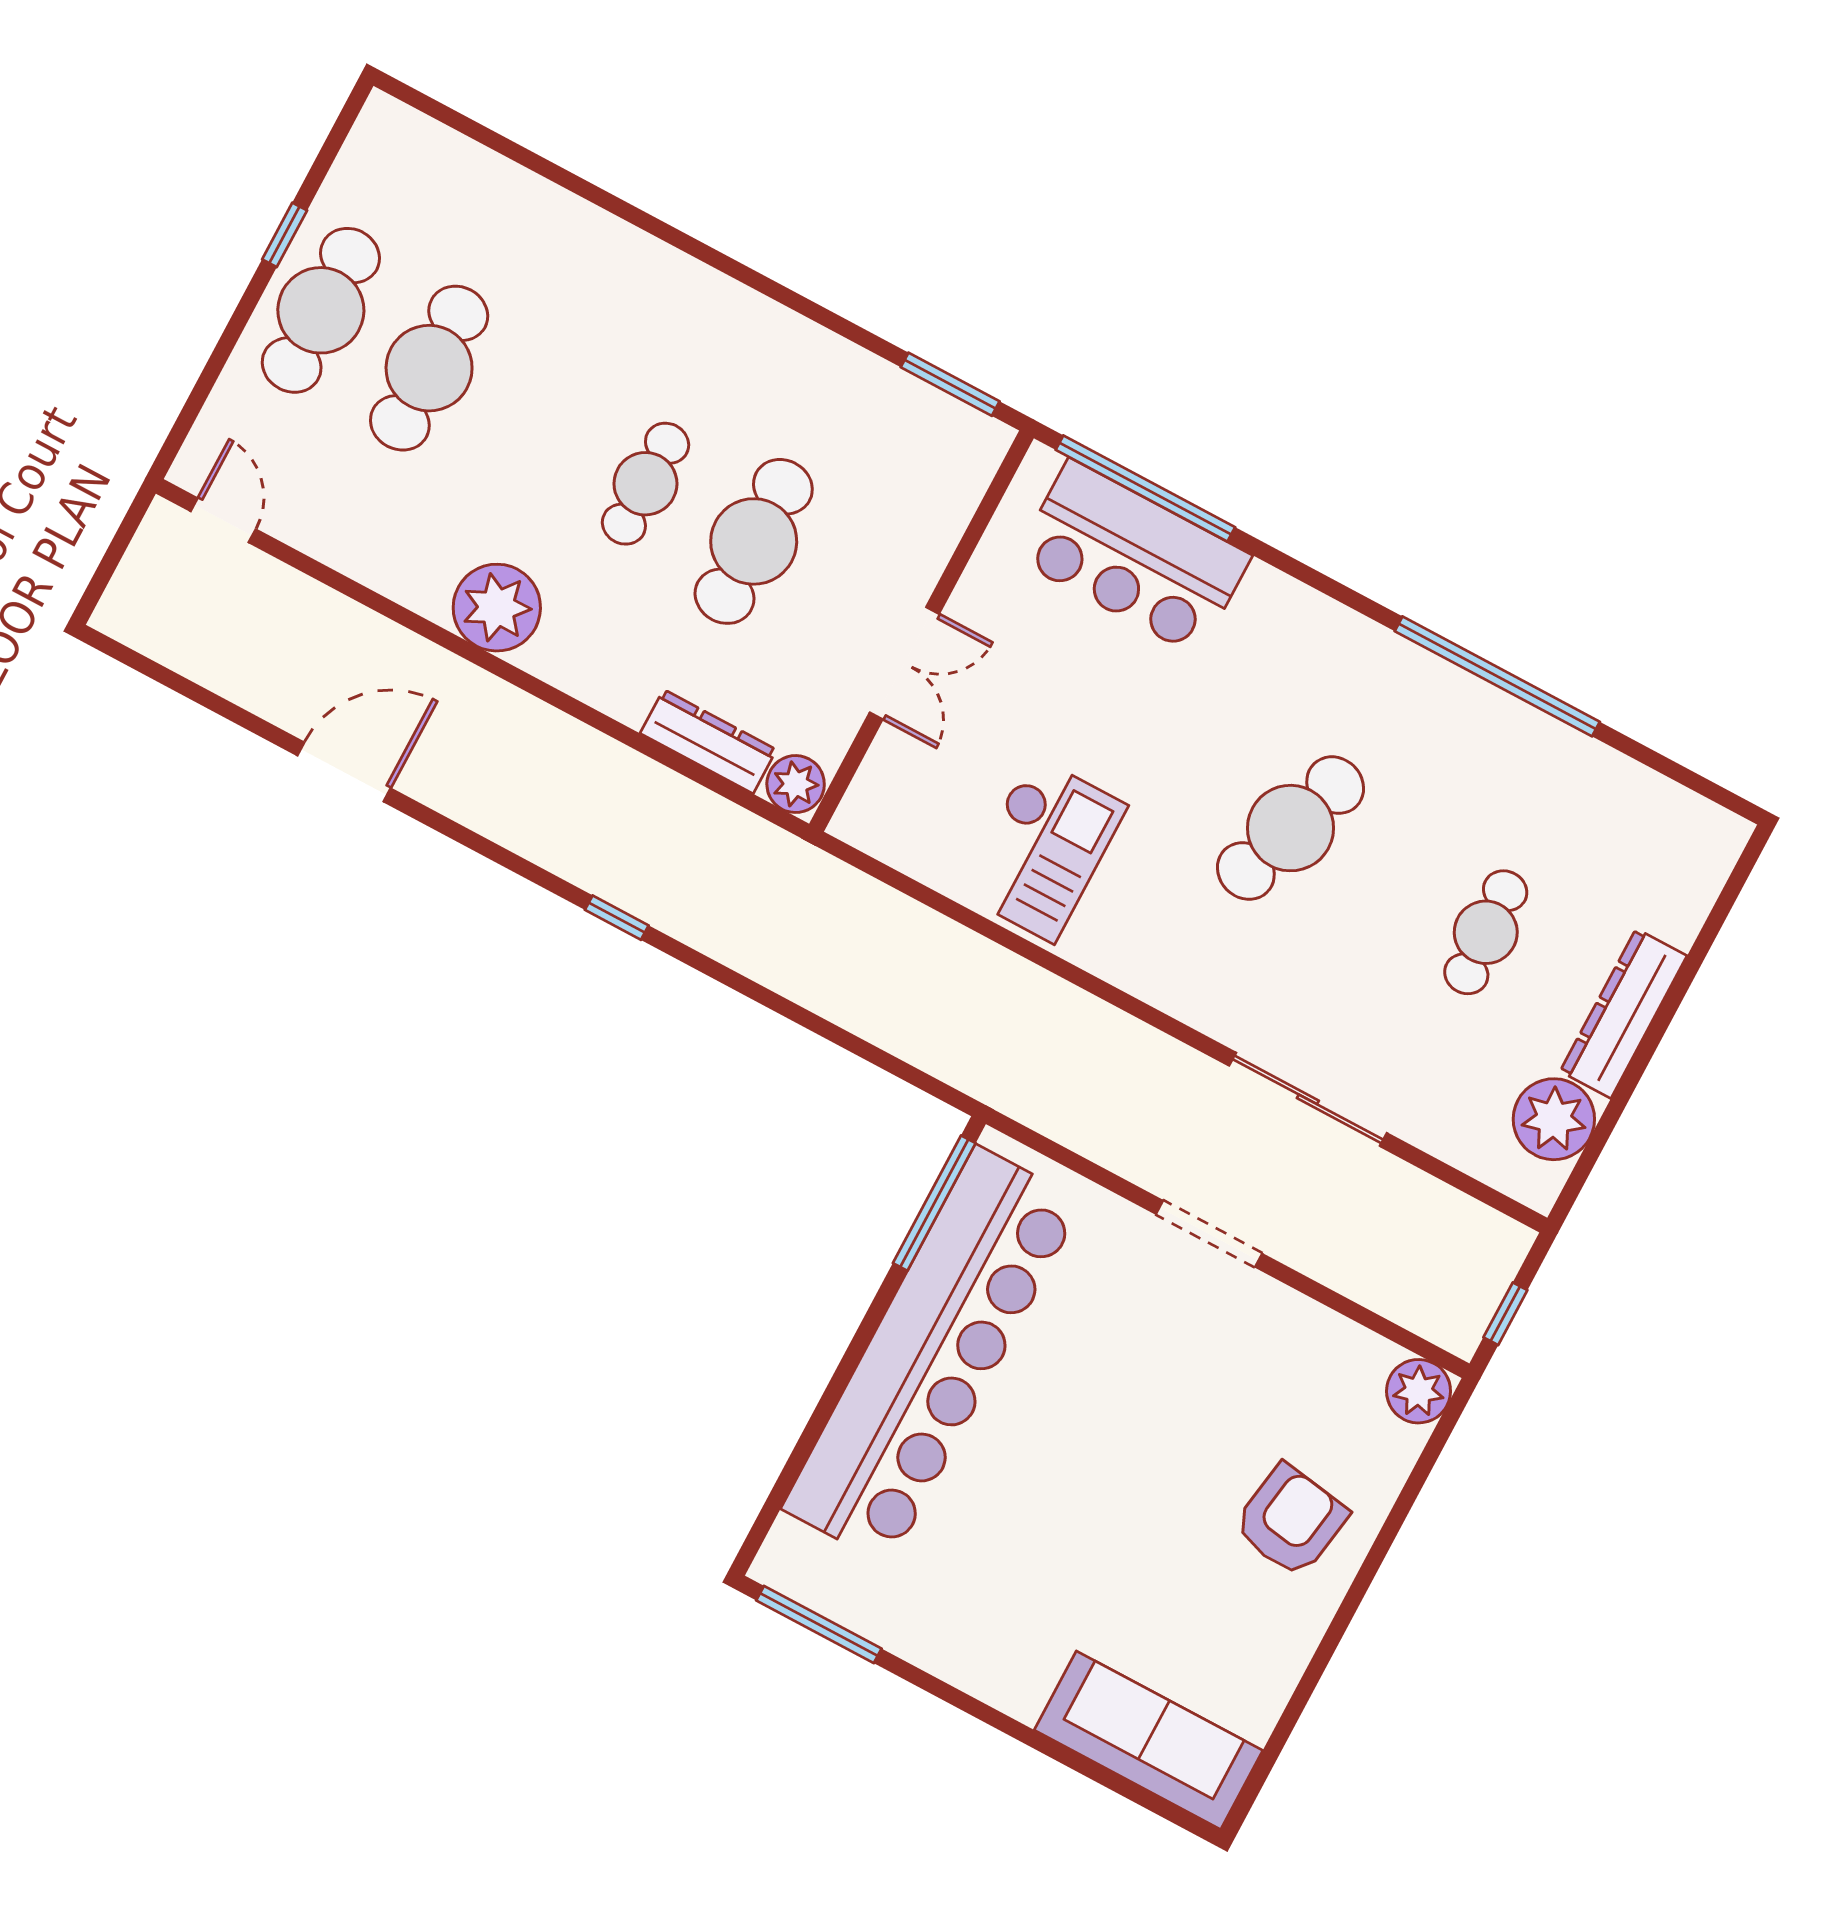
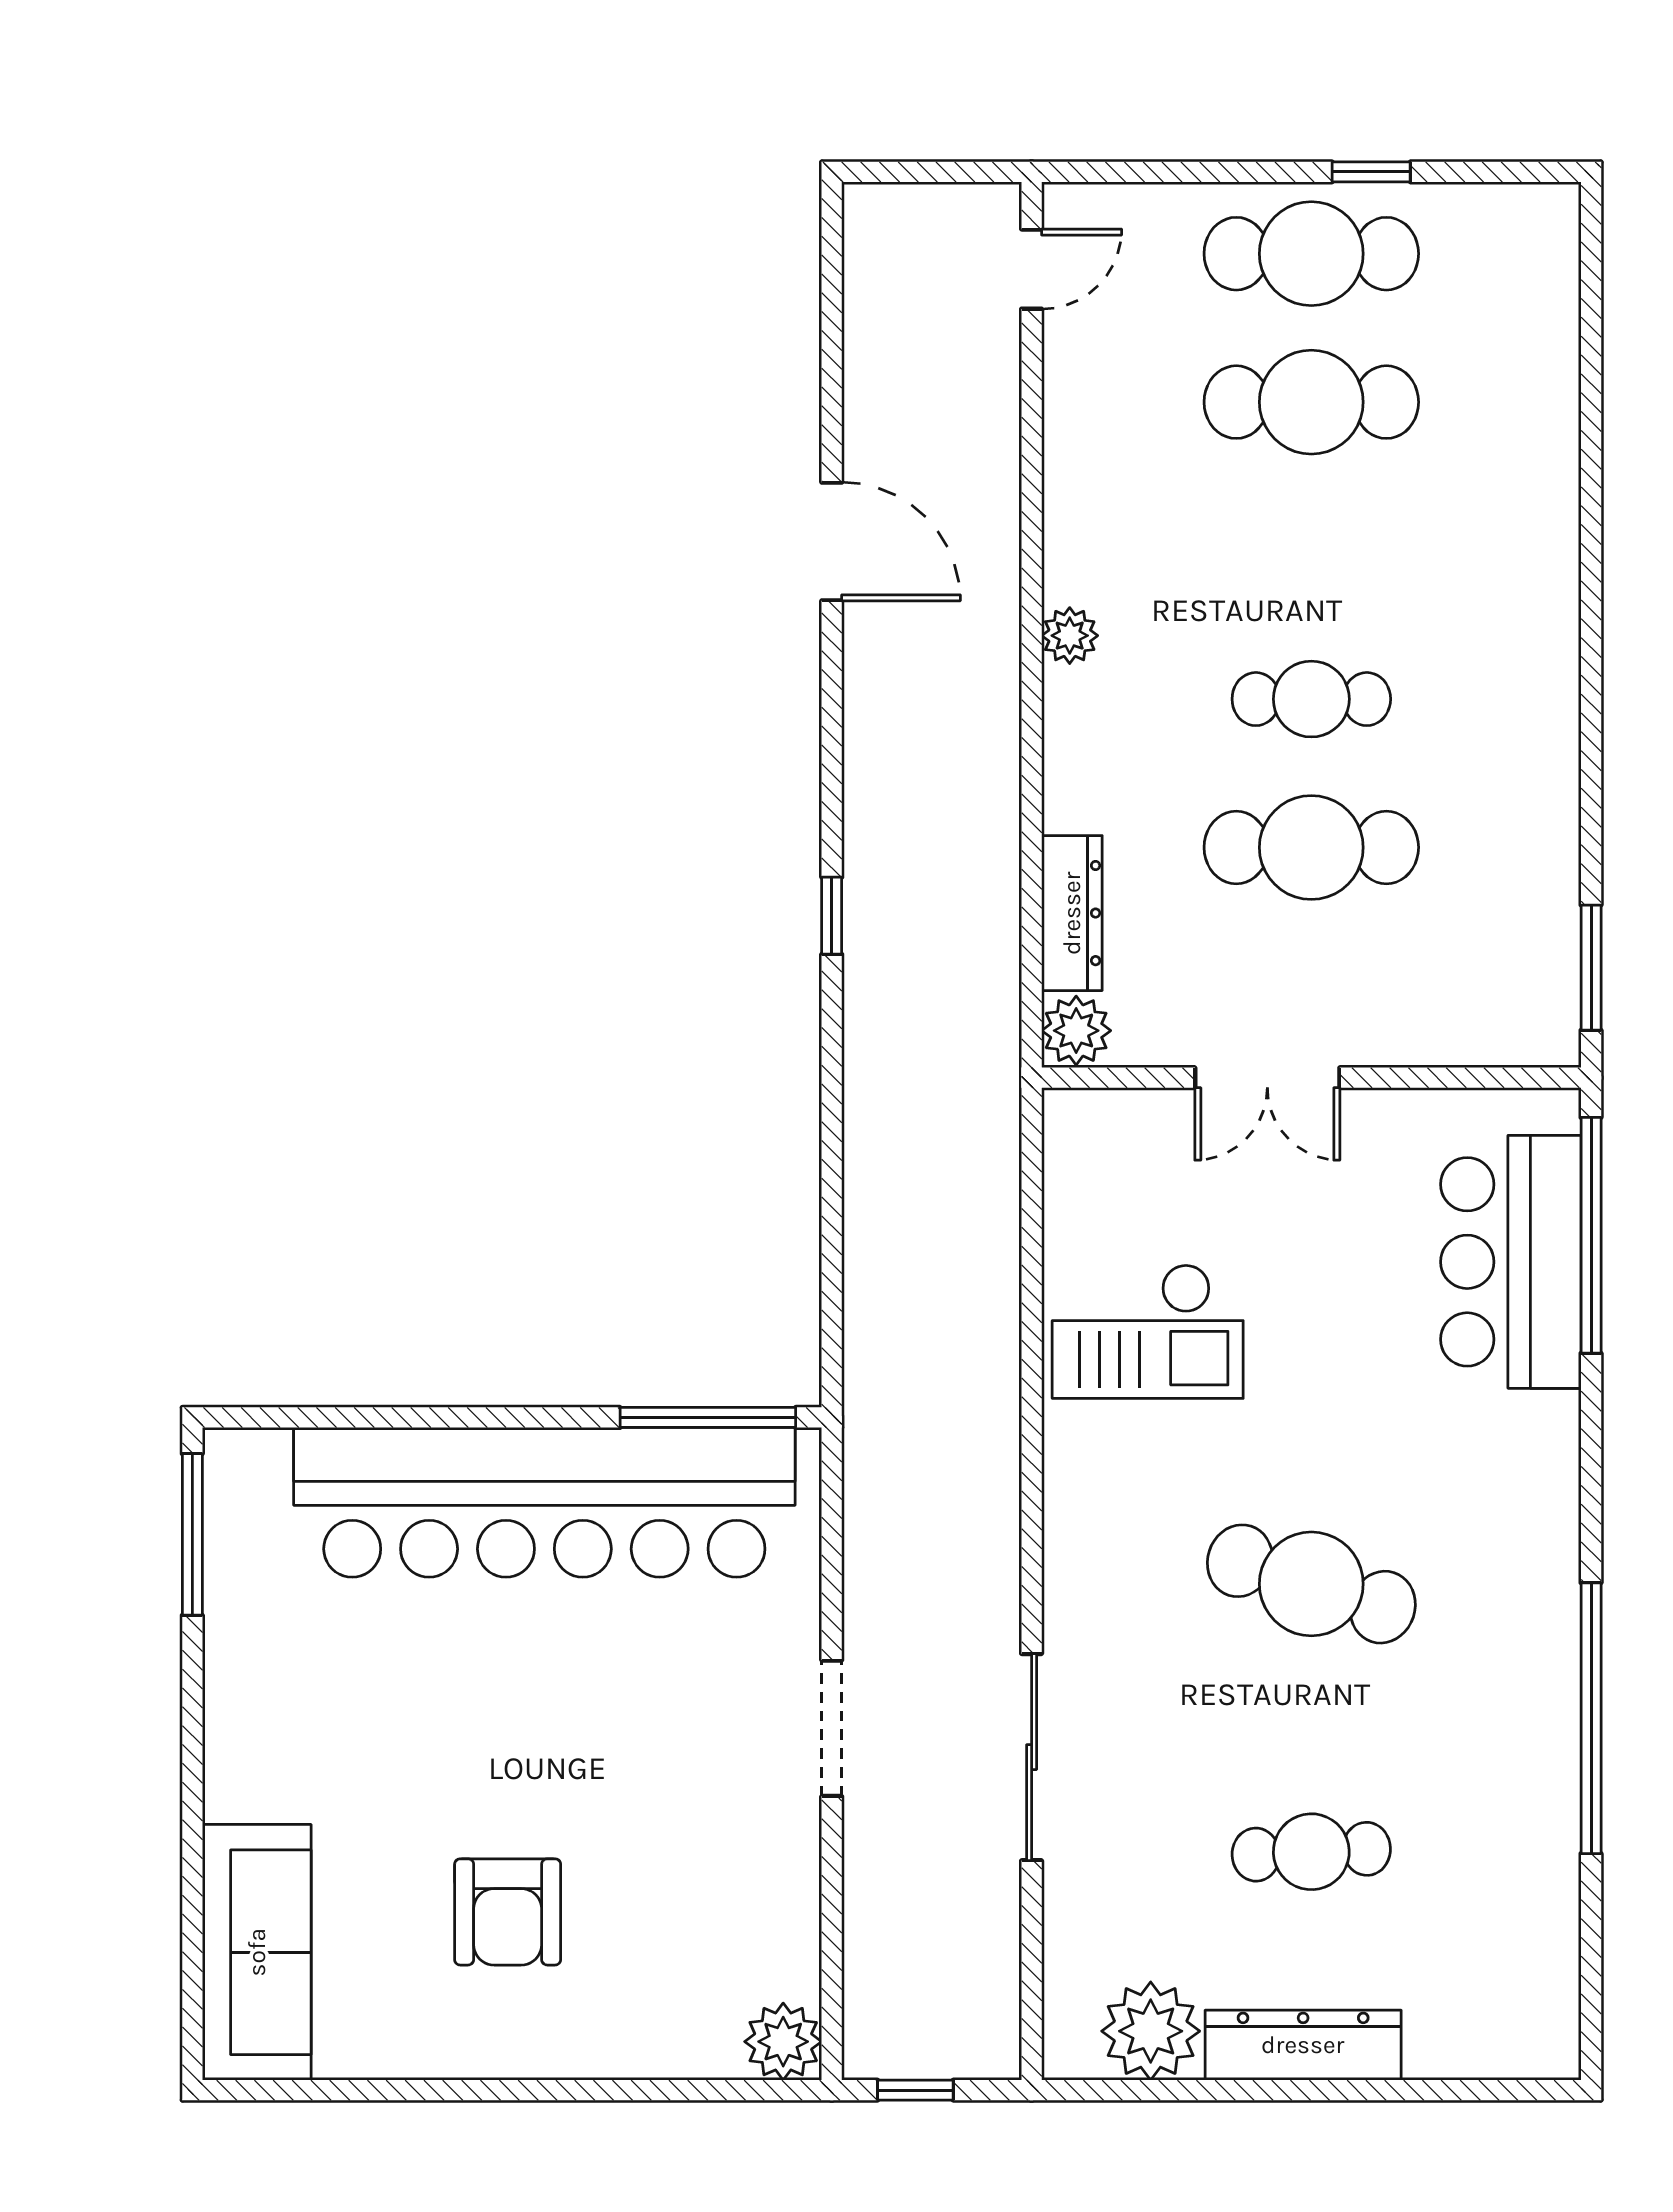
plant: (497, 608) -> (1070, 636), width x0.53, depth x0.53
armchair: (1291, 1521) -> (508, 1912), moved, turned 81

